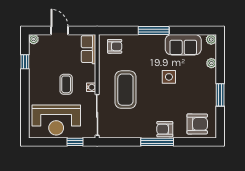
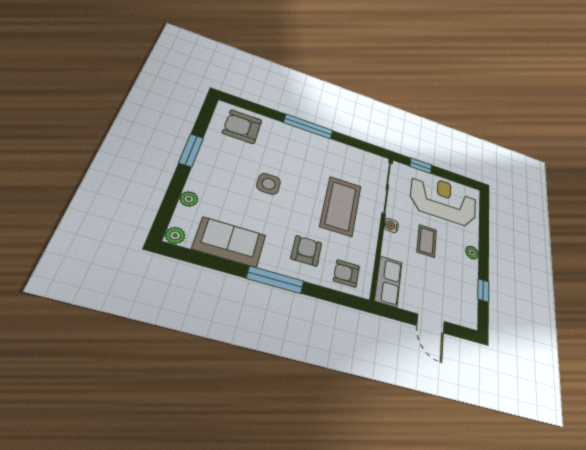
plant: (34, 39) -> (472, 253), moved
side table: (169, 77) -> (269, 184), moved
armchair: (165, 129) -> (306, 251), moved, turned -90

